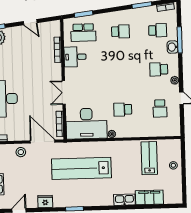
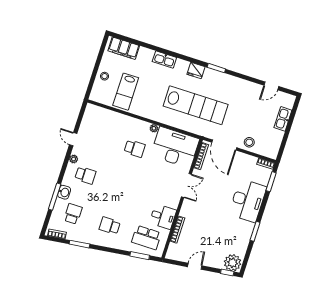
door: (30, 22) -> (195, 266), hinge flipped
school desk: (158, 30) -> (73, 214), turned 90
school desk: (83, 33) -> (146, 238), turned 180
school desk: (160, 108) -> (98, 137), removed
filing cabinet: (149, 197) -> (124, 48), moved
fridge: (45, 201) -> (196, 70), moved

